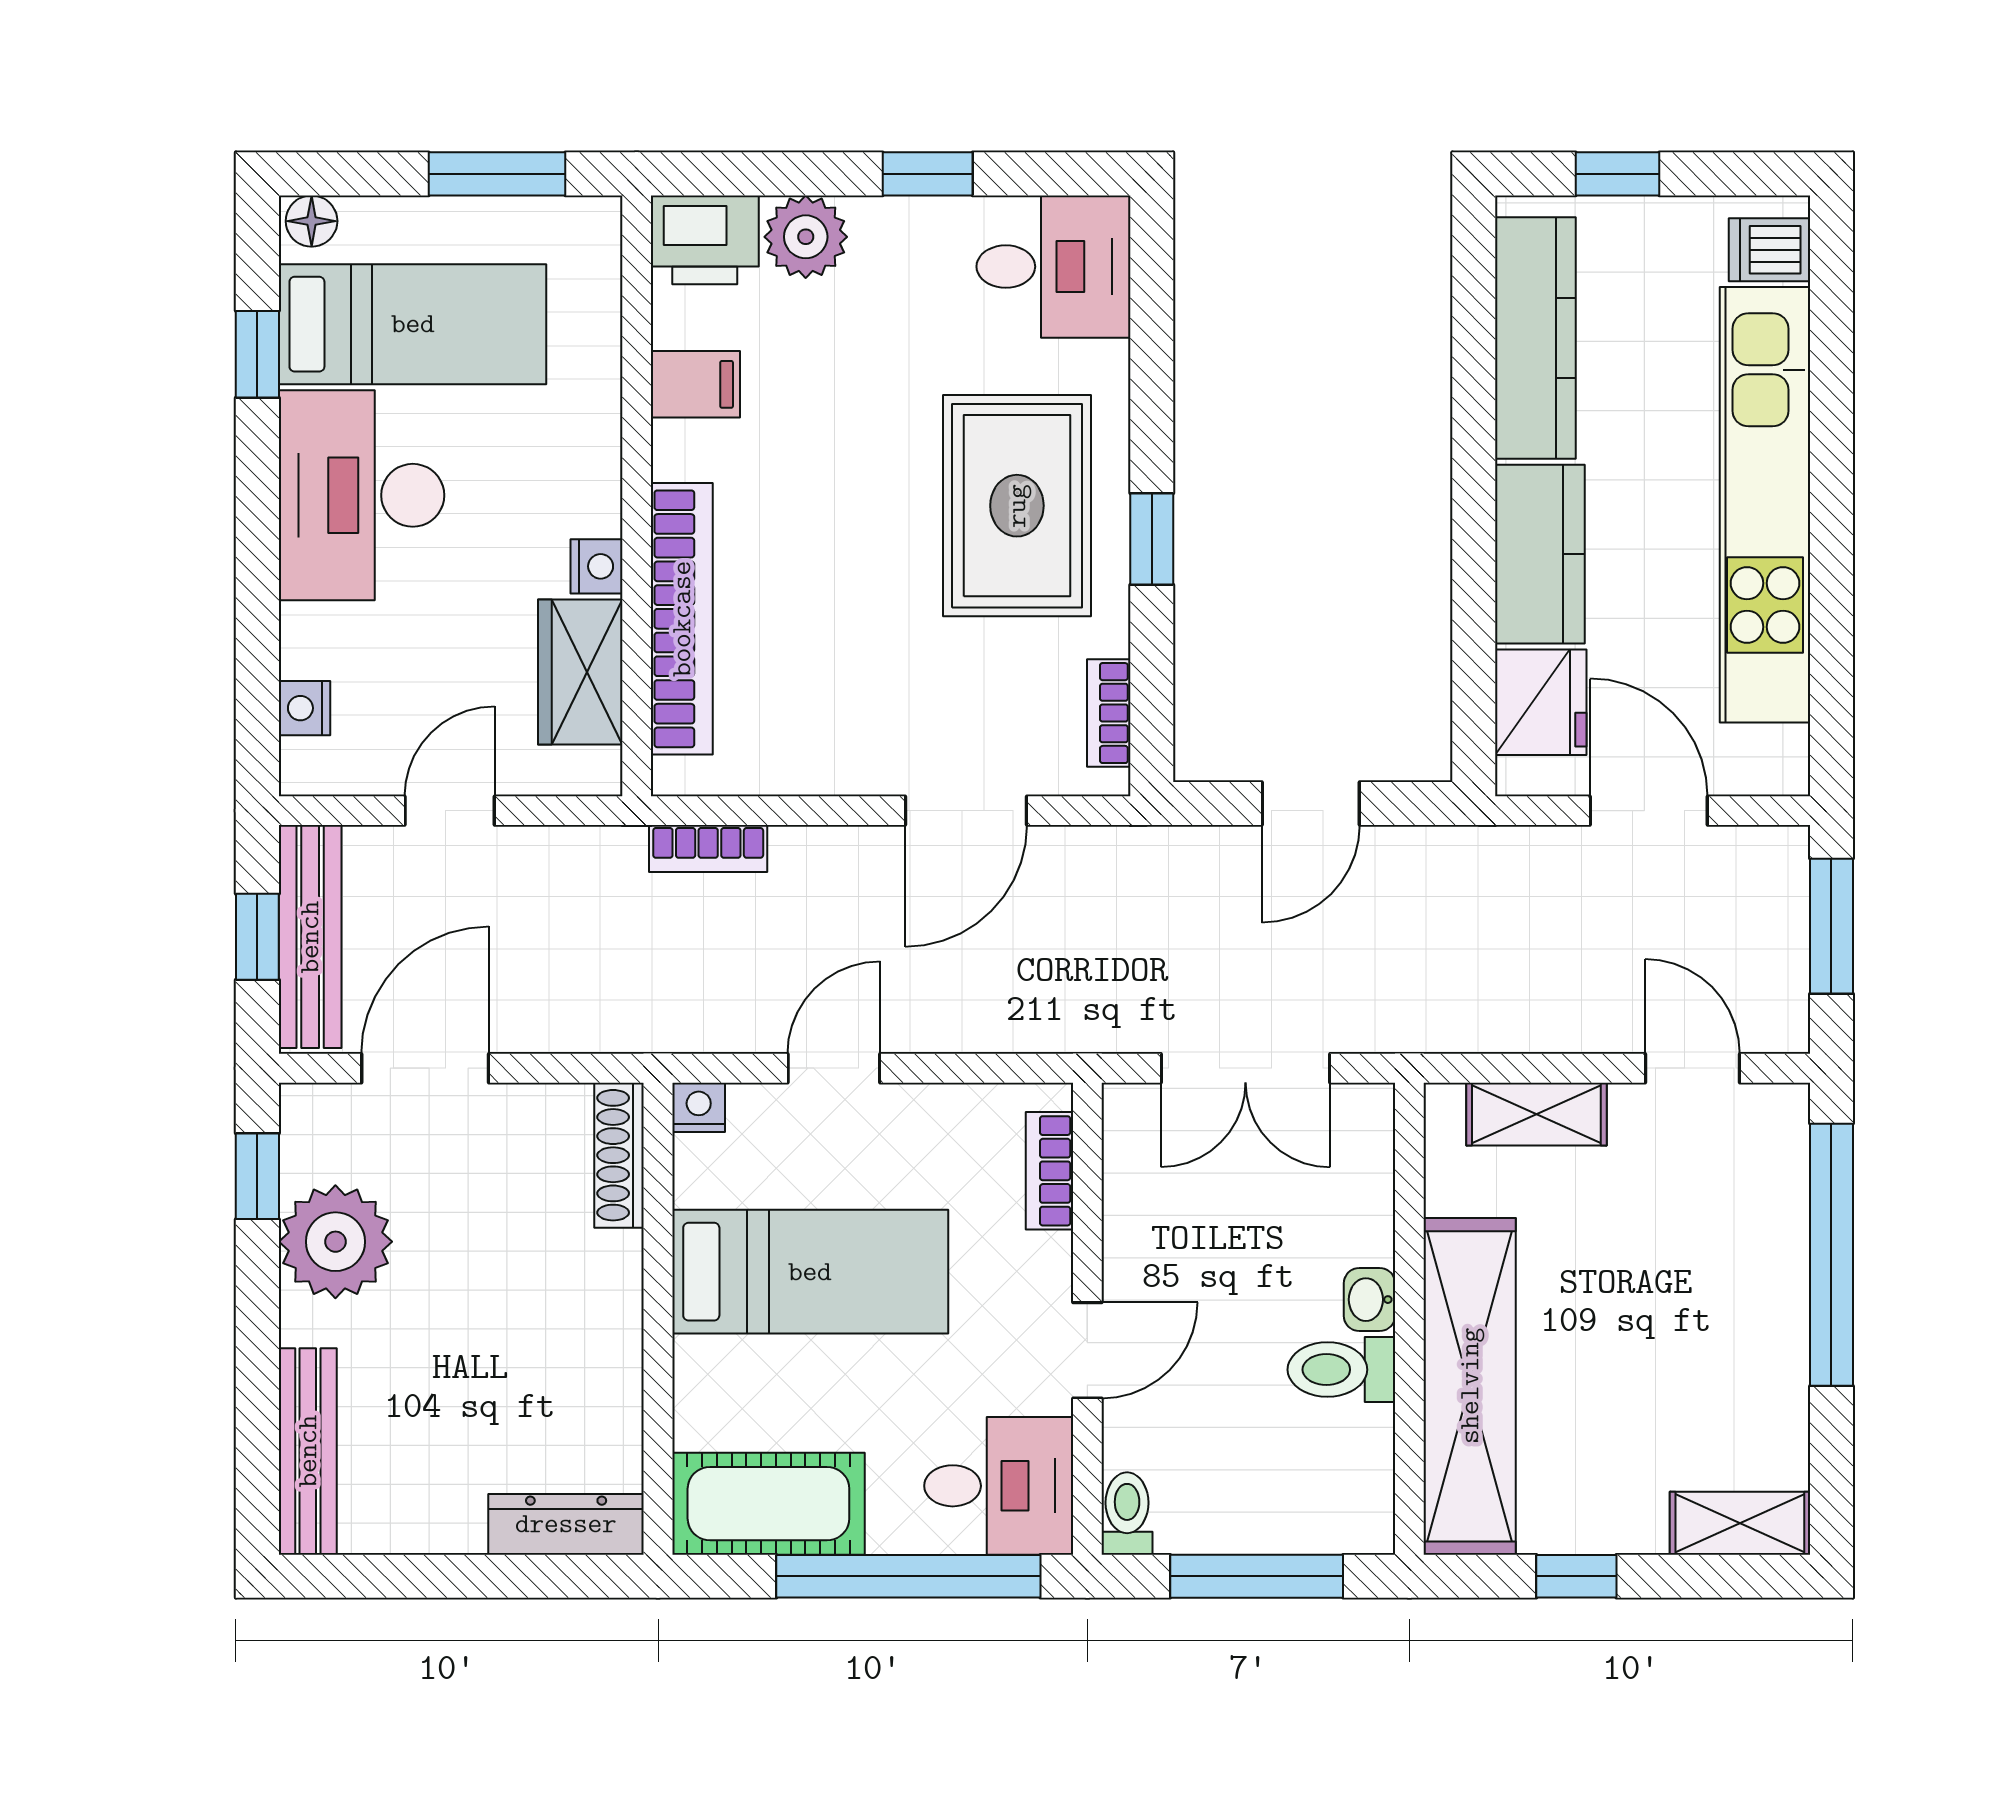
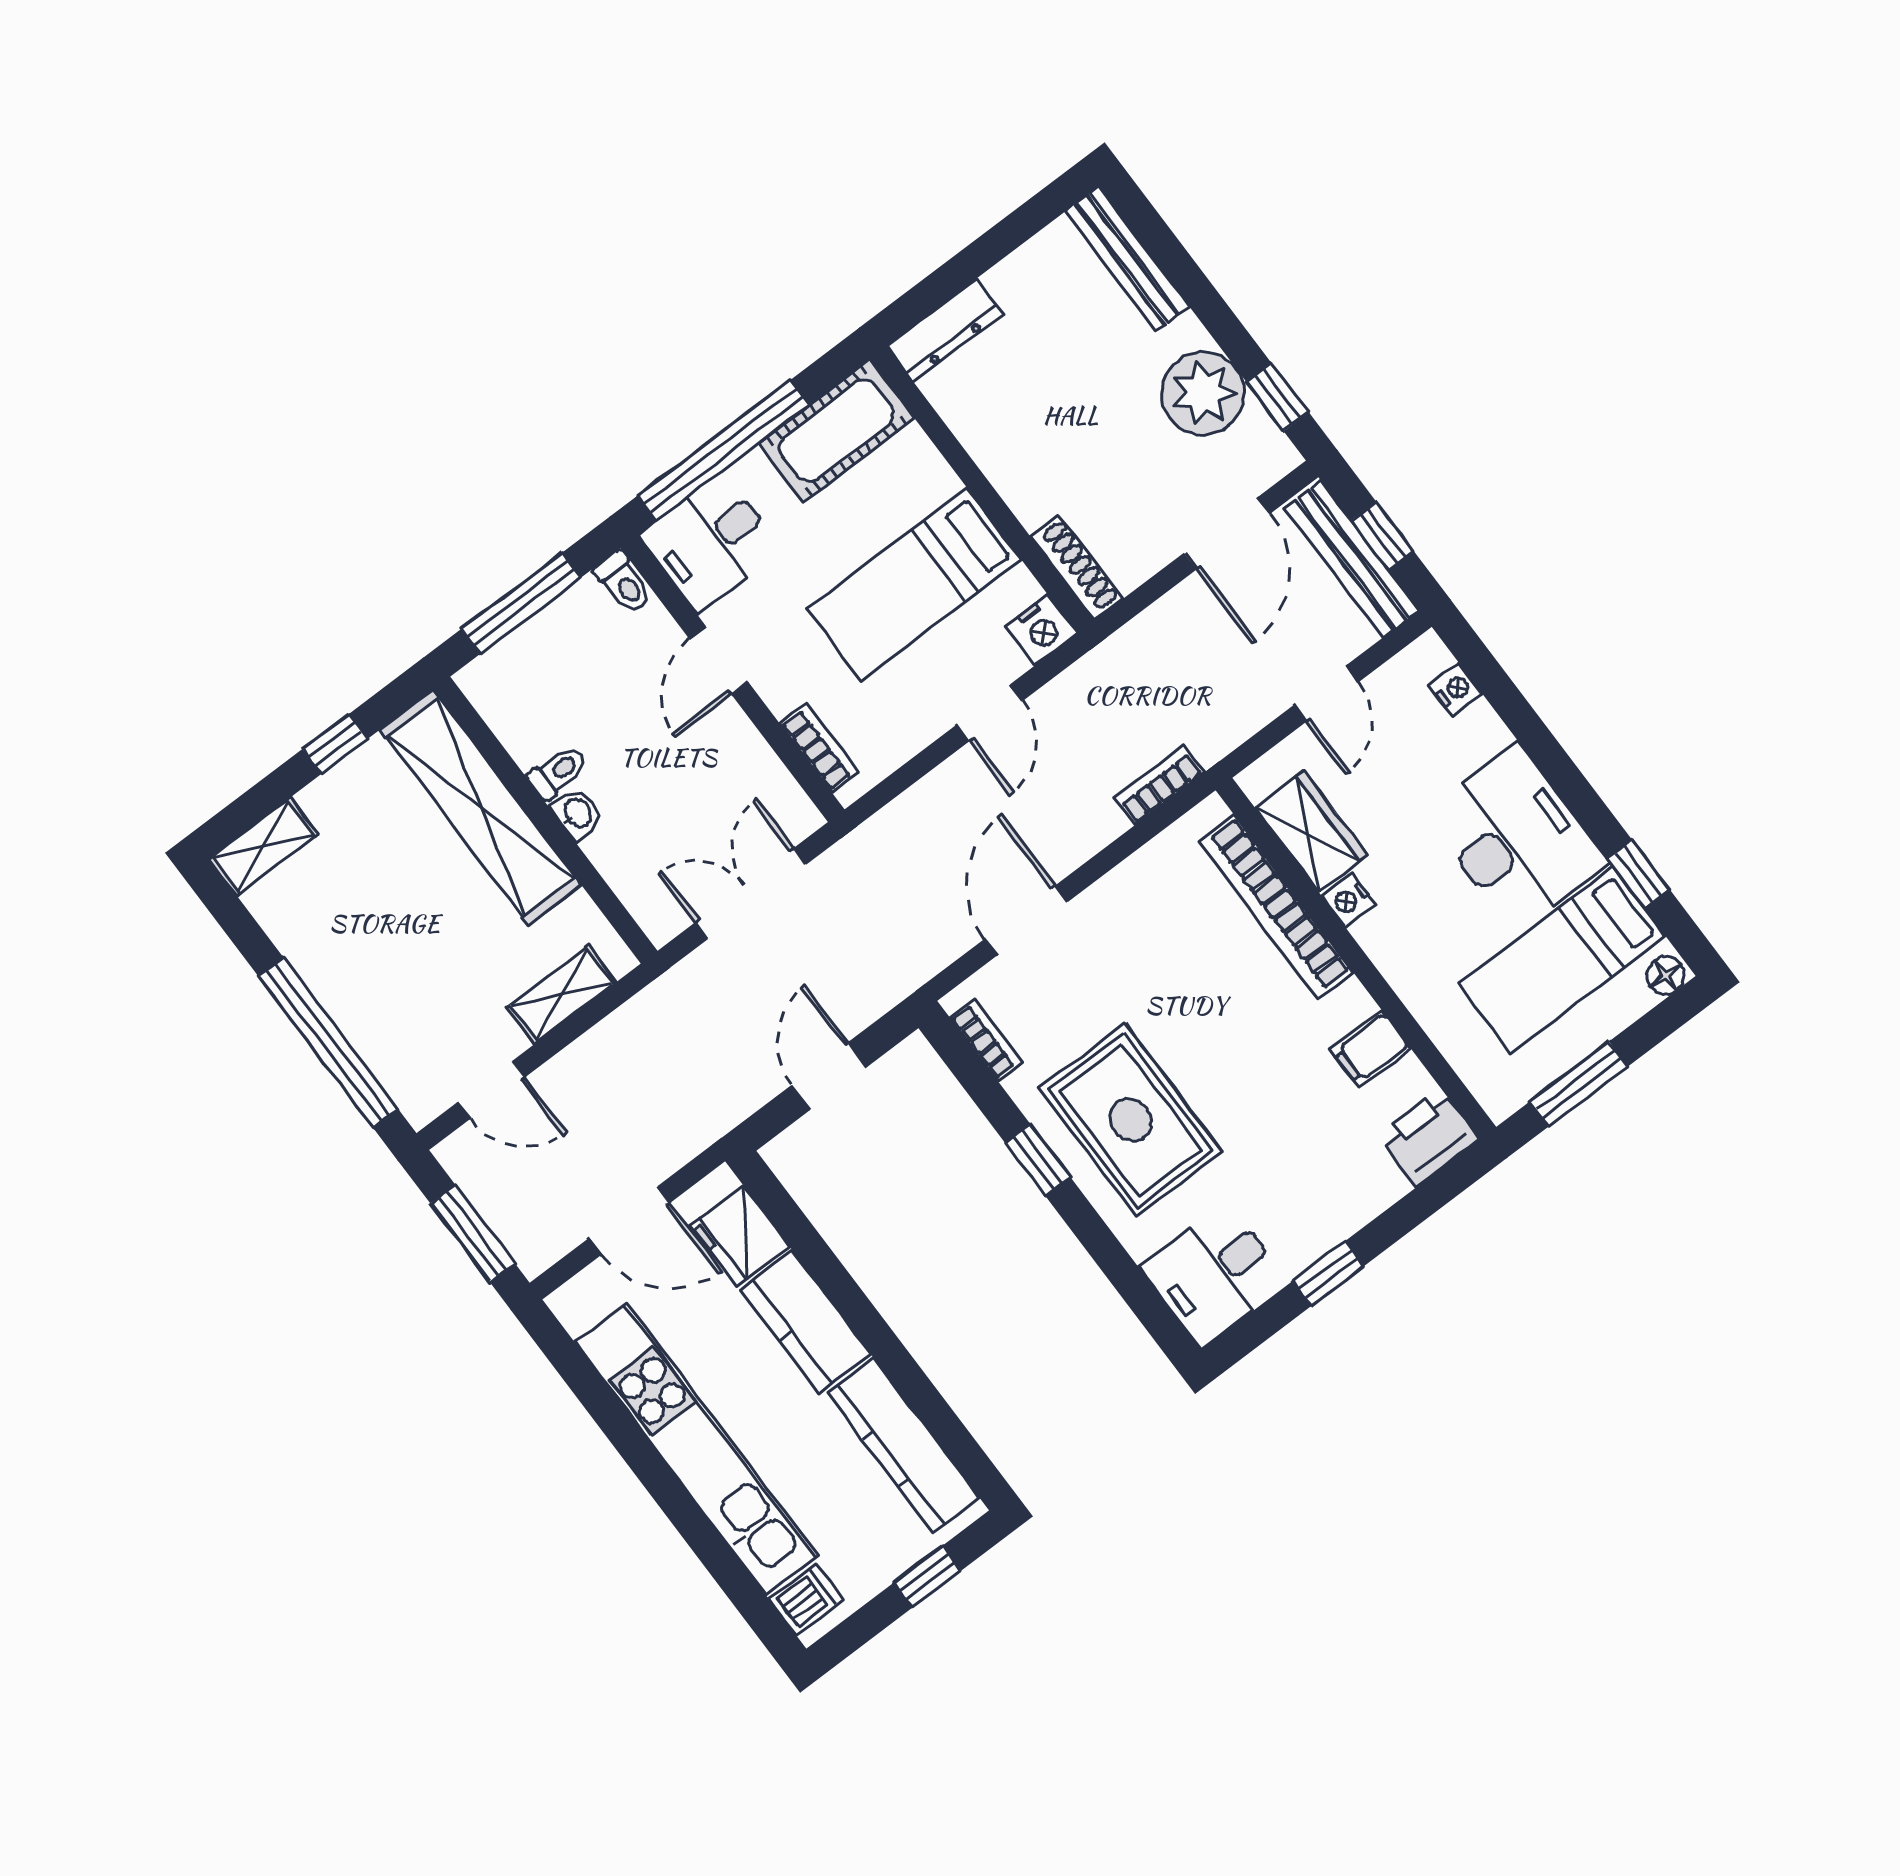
plant: (806, 237) -> (1371, 1183), removed
nightstand: (699, 1107) -> (1041, 630), width x1.39, depth x1.35
toilet: (1341, 1370) -> (558, 772), width x0.73, depth x0.72

